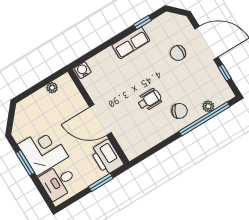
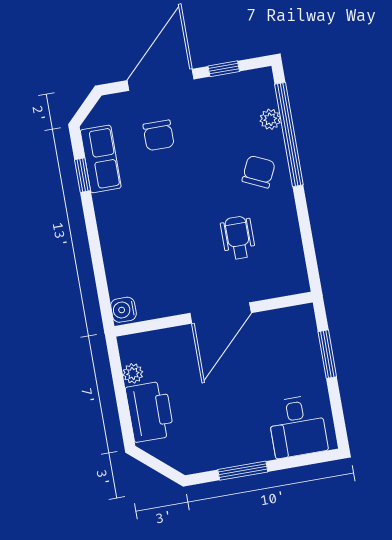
row of seats: (131, 43) -> (101, 159), moved
wheelchair: (149, 100) -> (238, 238), moved
corner desk: (43, 151) -> (234, 432), removed
printer: (107, 157) -> (150, 412), moved, turned -90

